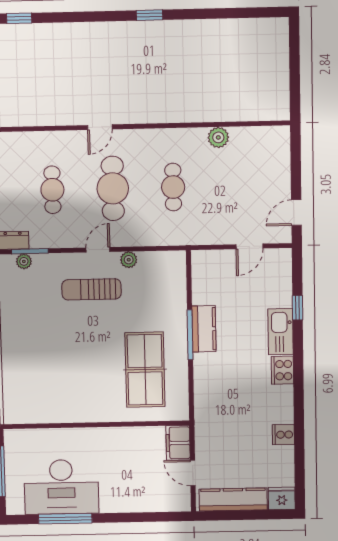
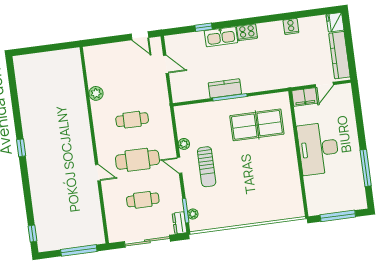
desk: (61, 487) -> (318, 149), moved, turned 180

